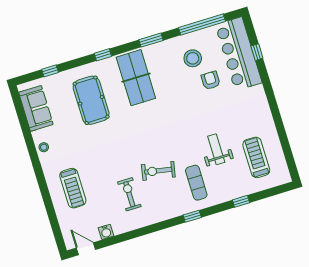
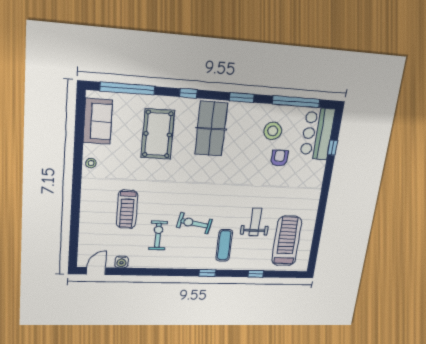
bar counter: (239, 54) -> (317, 134), width x0.73
window: (50, 71) -> (127, 89), width x3.17
treadmill: (256, 157) -> (287, 241), width x1.37, depth x1.38
treadmill: (73, 188) -> (127, 209), moved
door: (86, 249) -> (96, 271), hinge flipped

